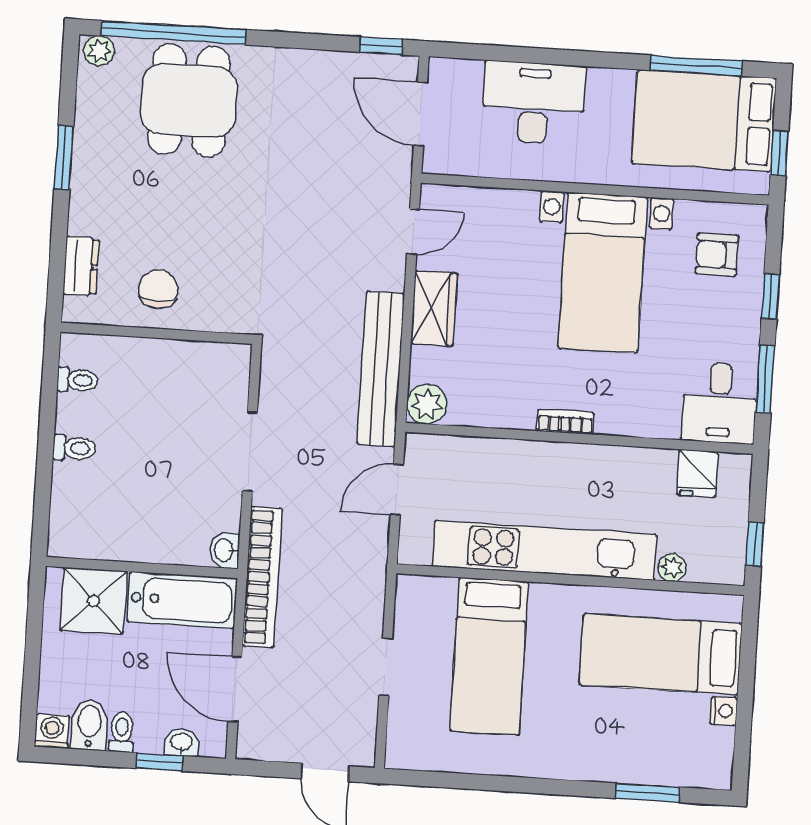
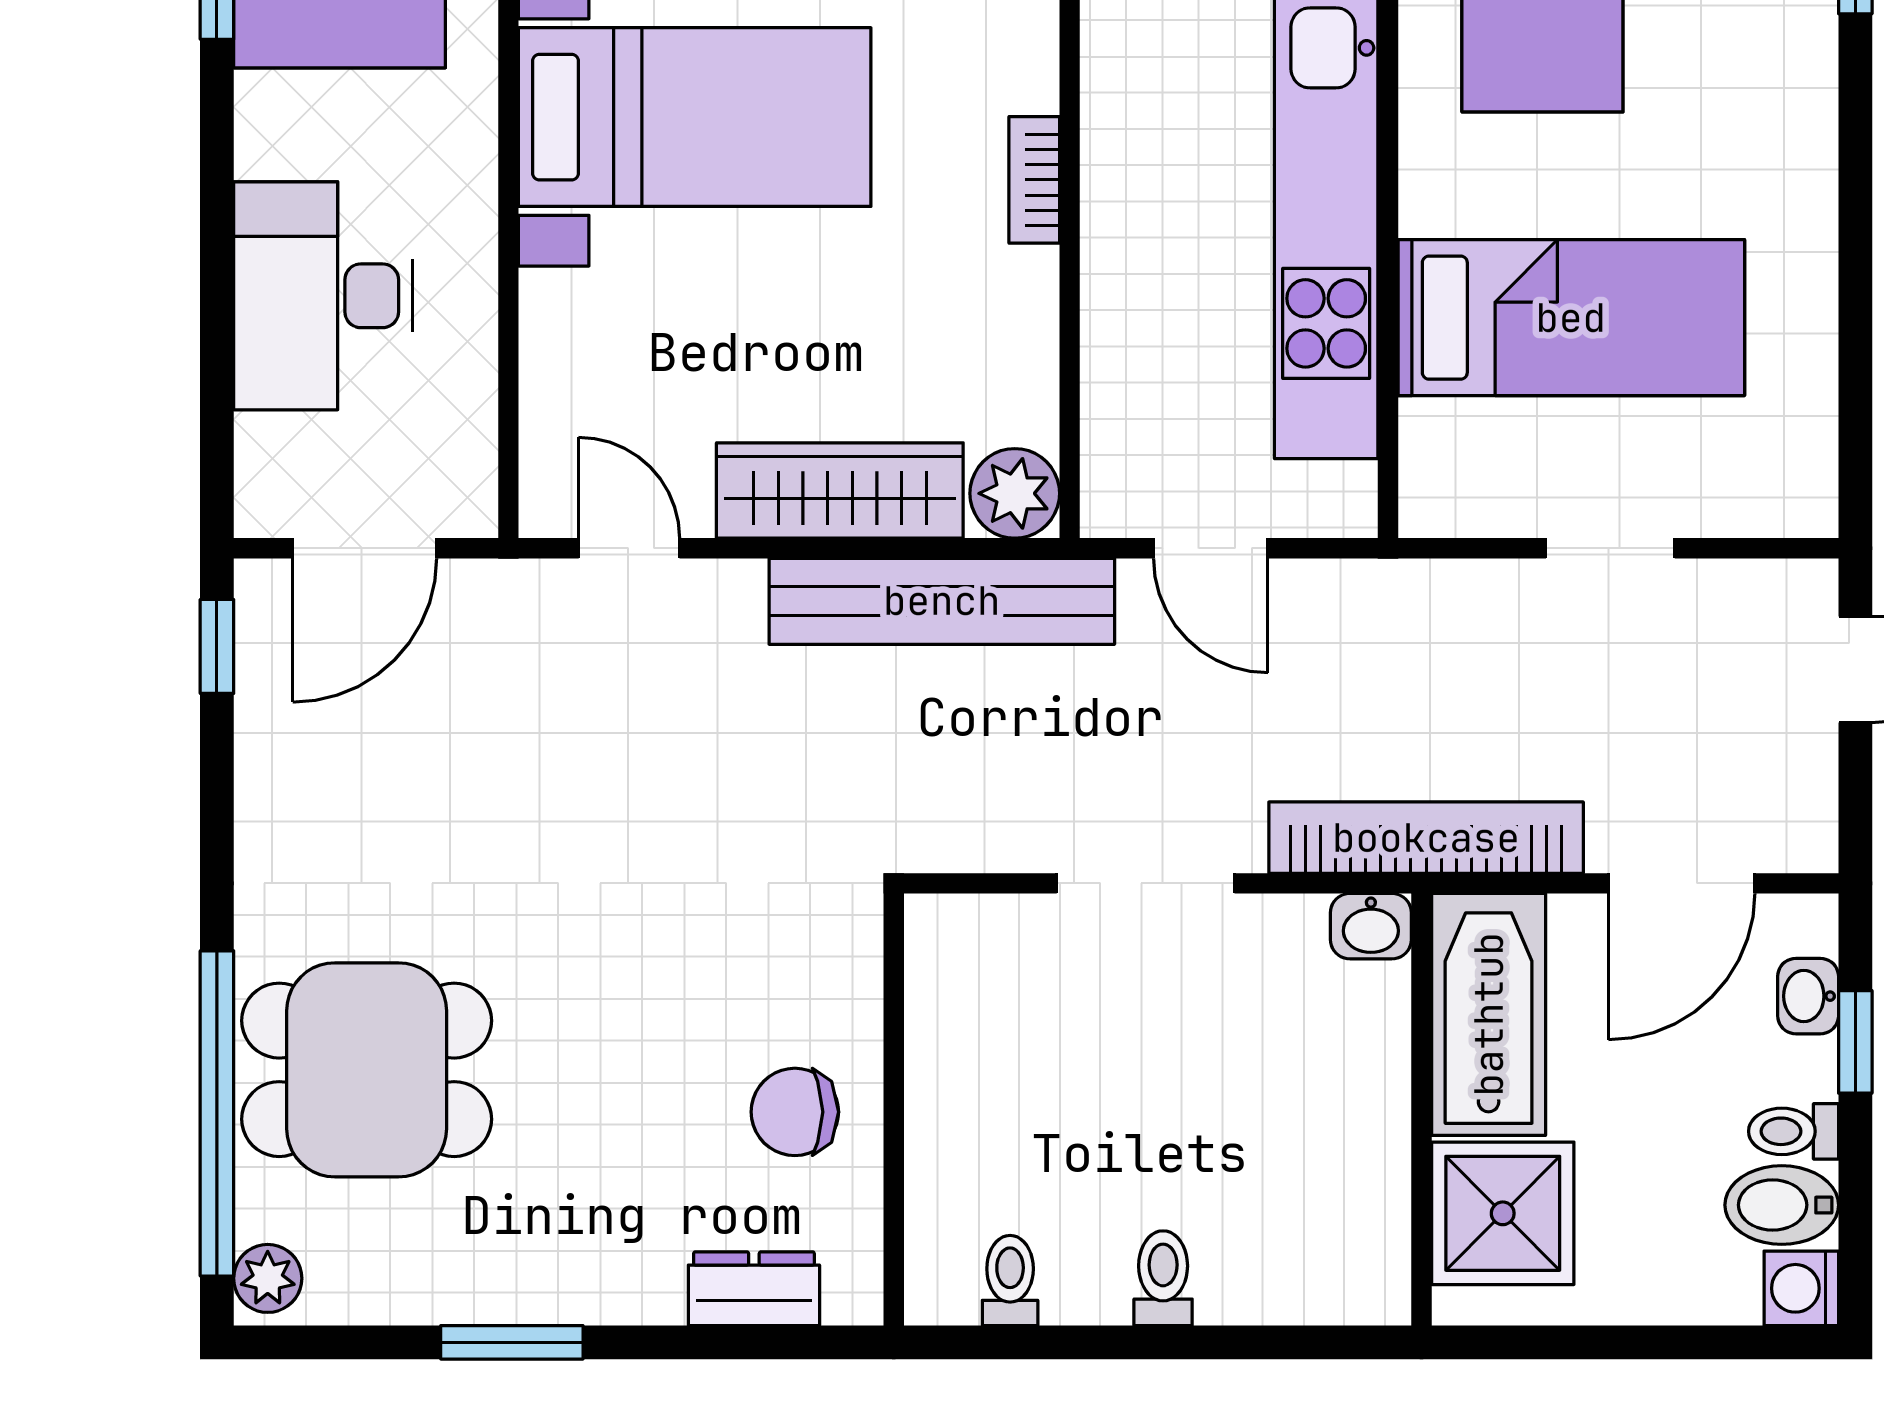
wardrobe: (434, 308) -> (840, 491), width x1.50

